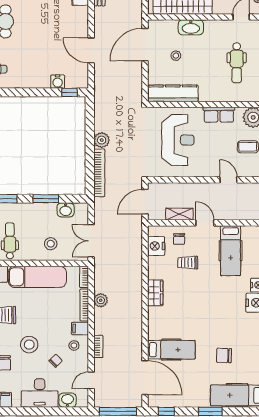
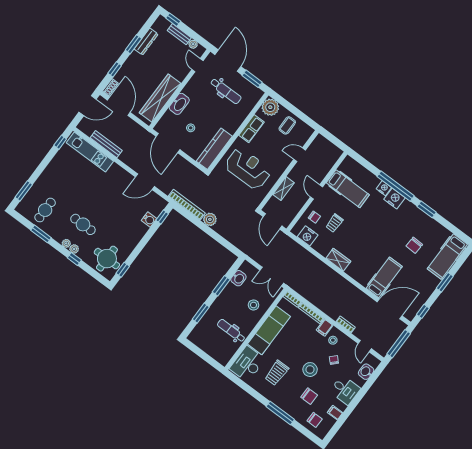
bookcase: (99, 173) -> (187, 205), moved
shelving: (179, 214) -> (283, 189), moved
door: (205, 223) -> (316, 192), hinge flipped
plant: (101, 300) -> (316, 300), removed
desk: (40, 393) -> (345, 390), width x0.73

